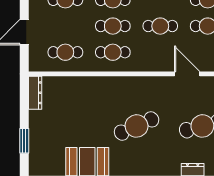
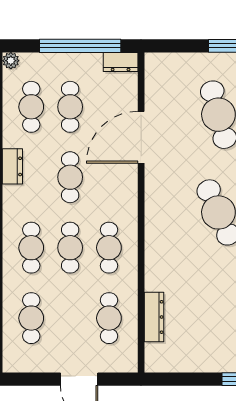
door: (187, 74) -> (141, 137), width x1.36
dresser: (35, 93) -> (154, 317), moved, turned 90

